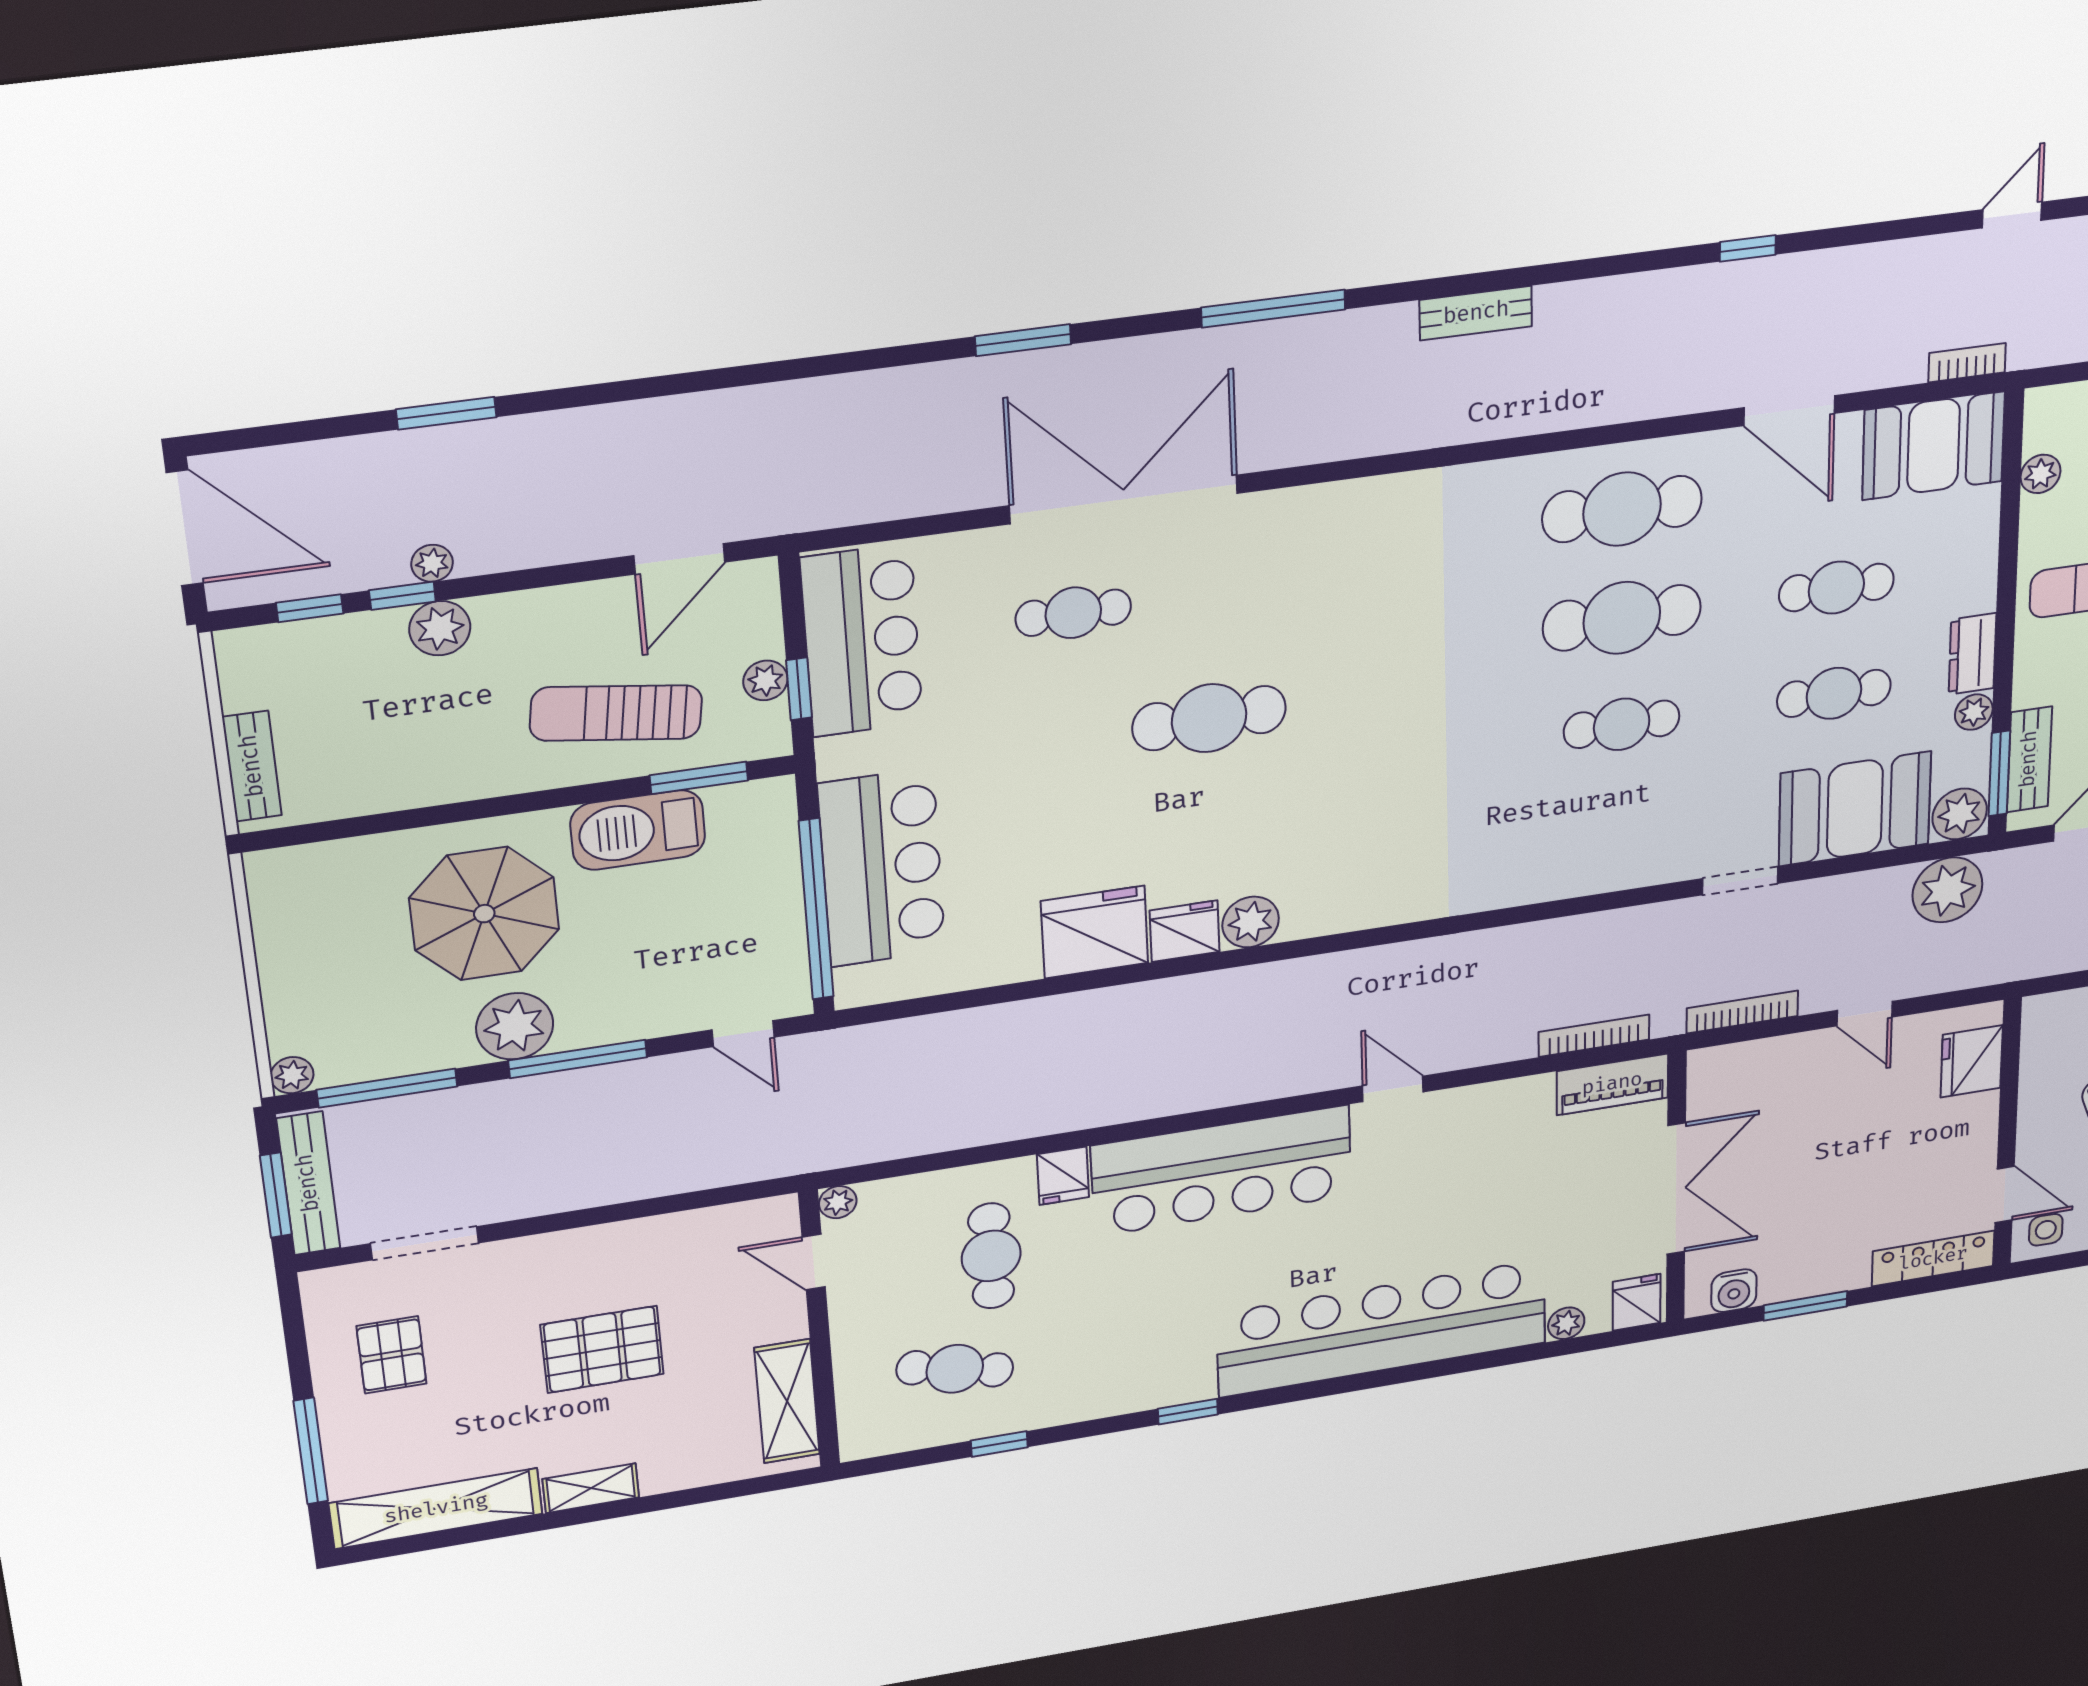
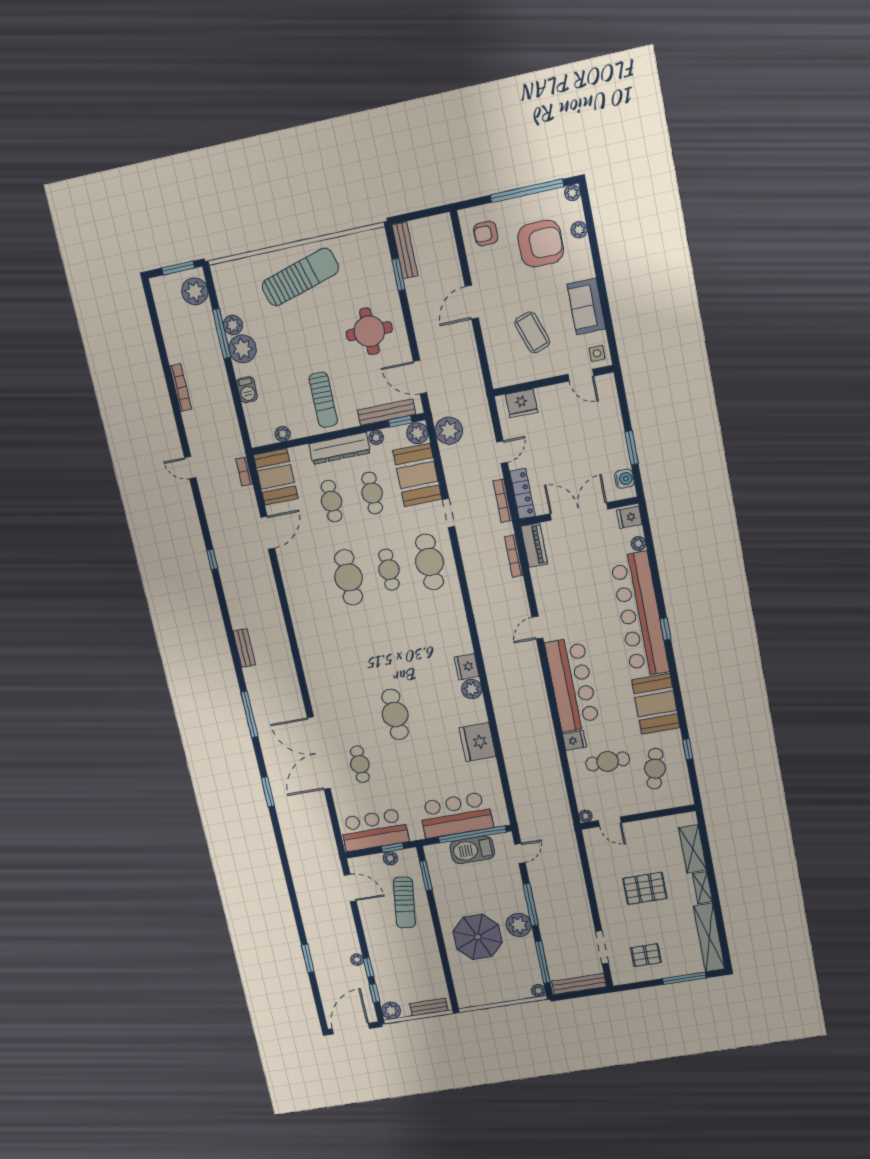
cafe table: (1622, 509) -> (429, 562), moved
plant: (440, 628) -> (391, 1011), moved
dresser: (1972, 654) -> (340, 448), width x1.96, depth x1.24
bench: (2029, 759) -> (386, 412), width x1.36
window: (1999, 773) -> (400, 421), width x0.67
barbecue: (638, 830) -> (472, 850), moved, turned 90
fridge: (1185, 931) -> (467, 667), moved
door: (2005, 1194) -> (581, 375), swing flipped
window: (276, 1195) -> (583, 993), removed
locker: (1933, 1259) -> (522, 494), moved, turned 180
door: (814, 1262) -> (610, 822), hinge flipped
pallet: (602, 1349) -> (645, 888), turned 90
booth: (1137, 1368) -> (656, 704), added
shelving: (787, 1401) -> (693, 849), moved, turned 90
window: (1188, 1412) -> (665, 629), moved

